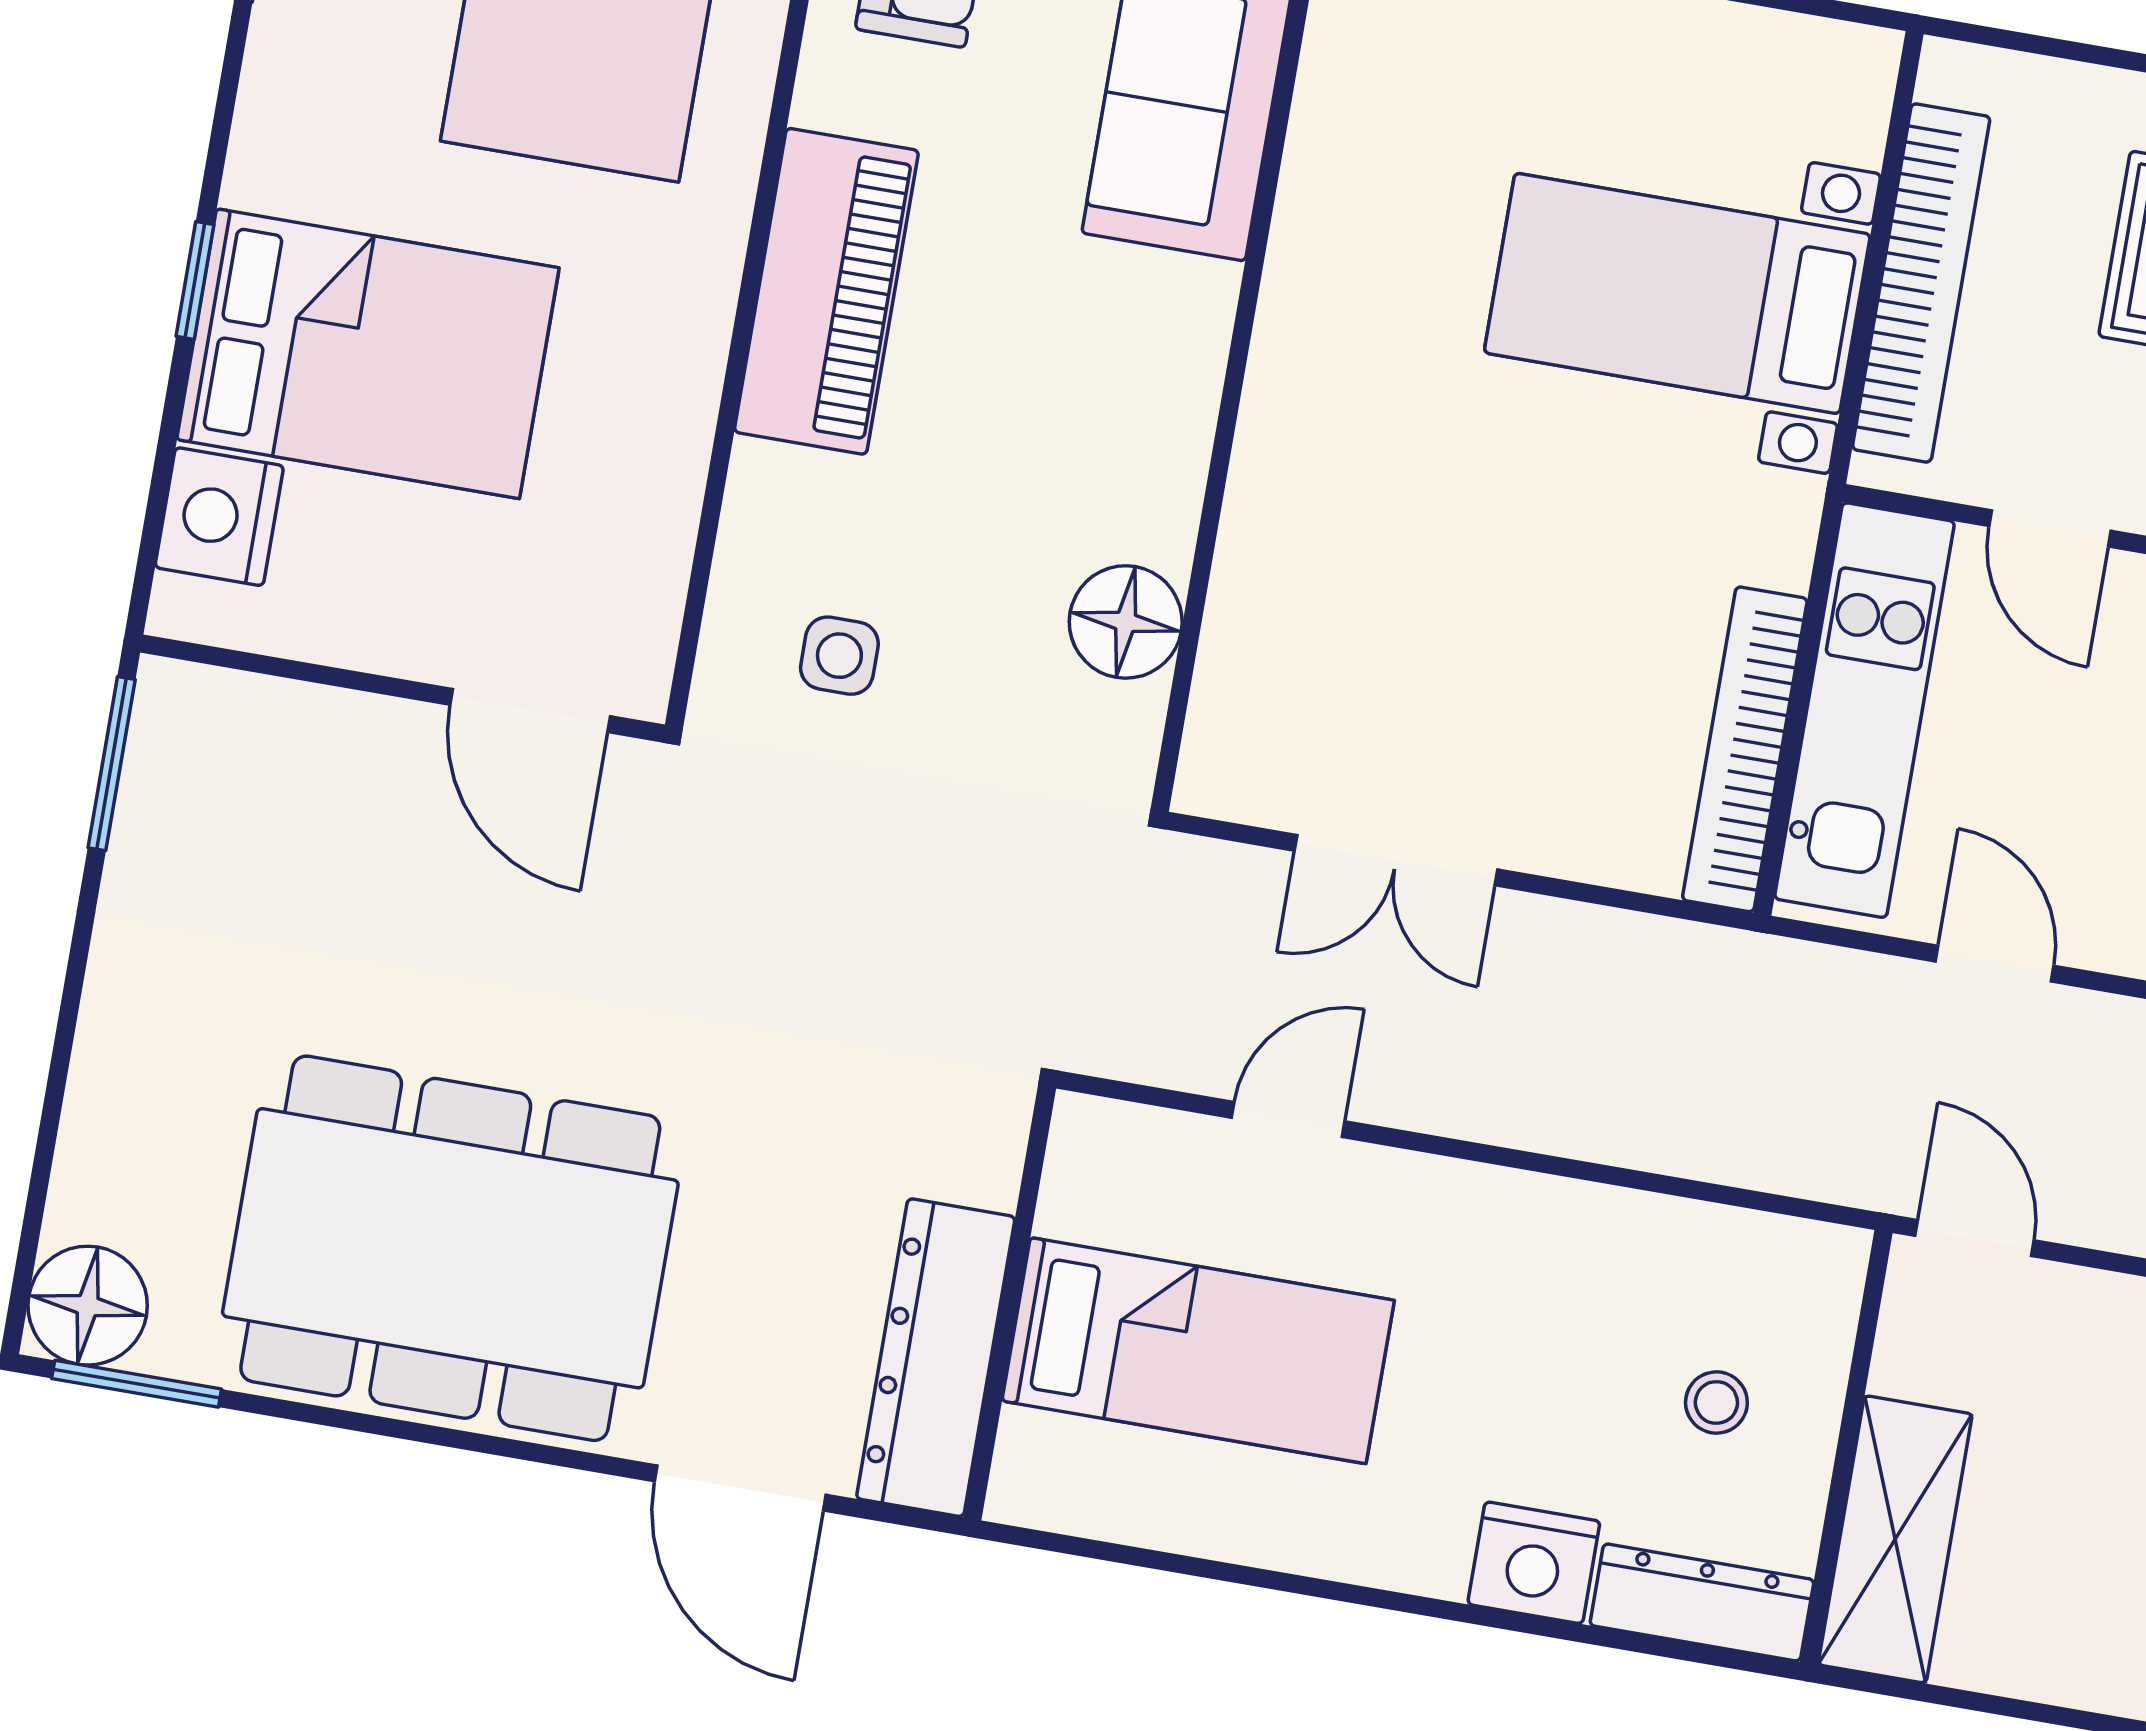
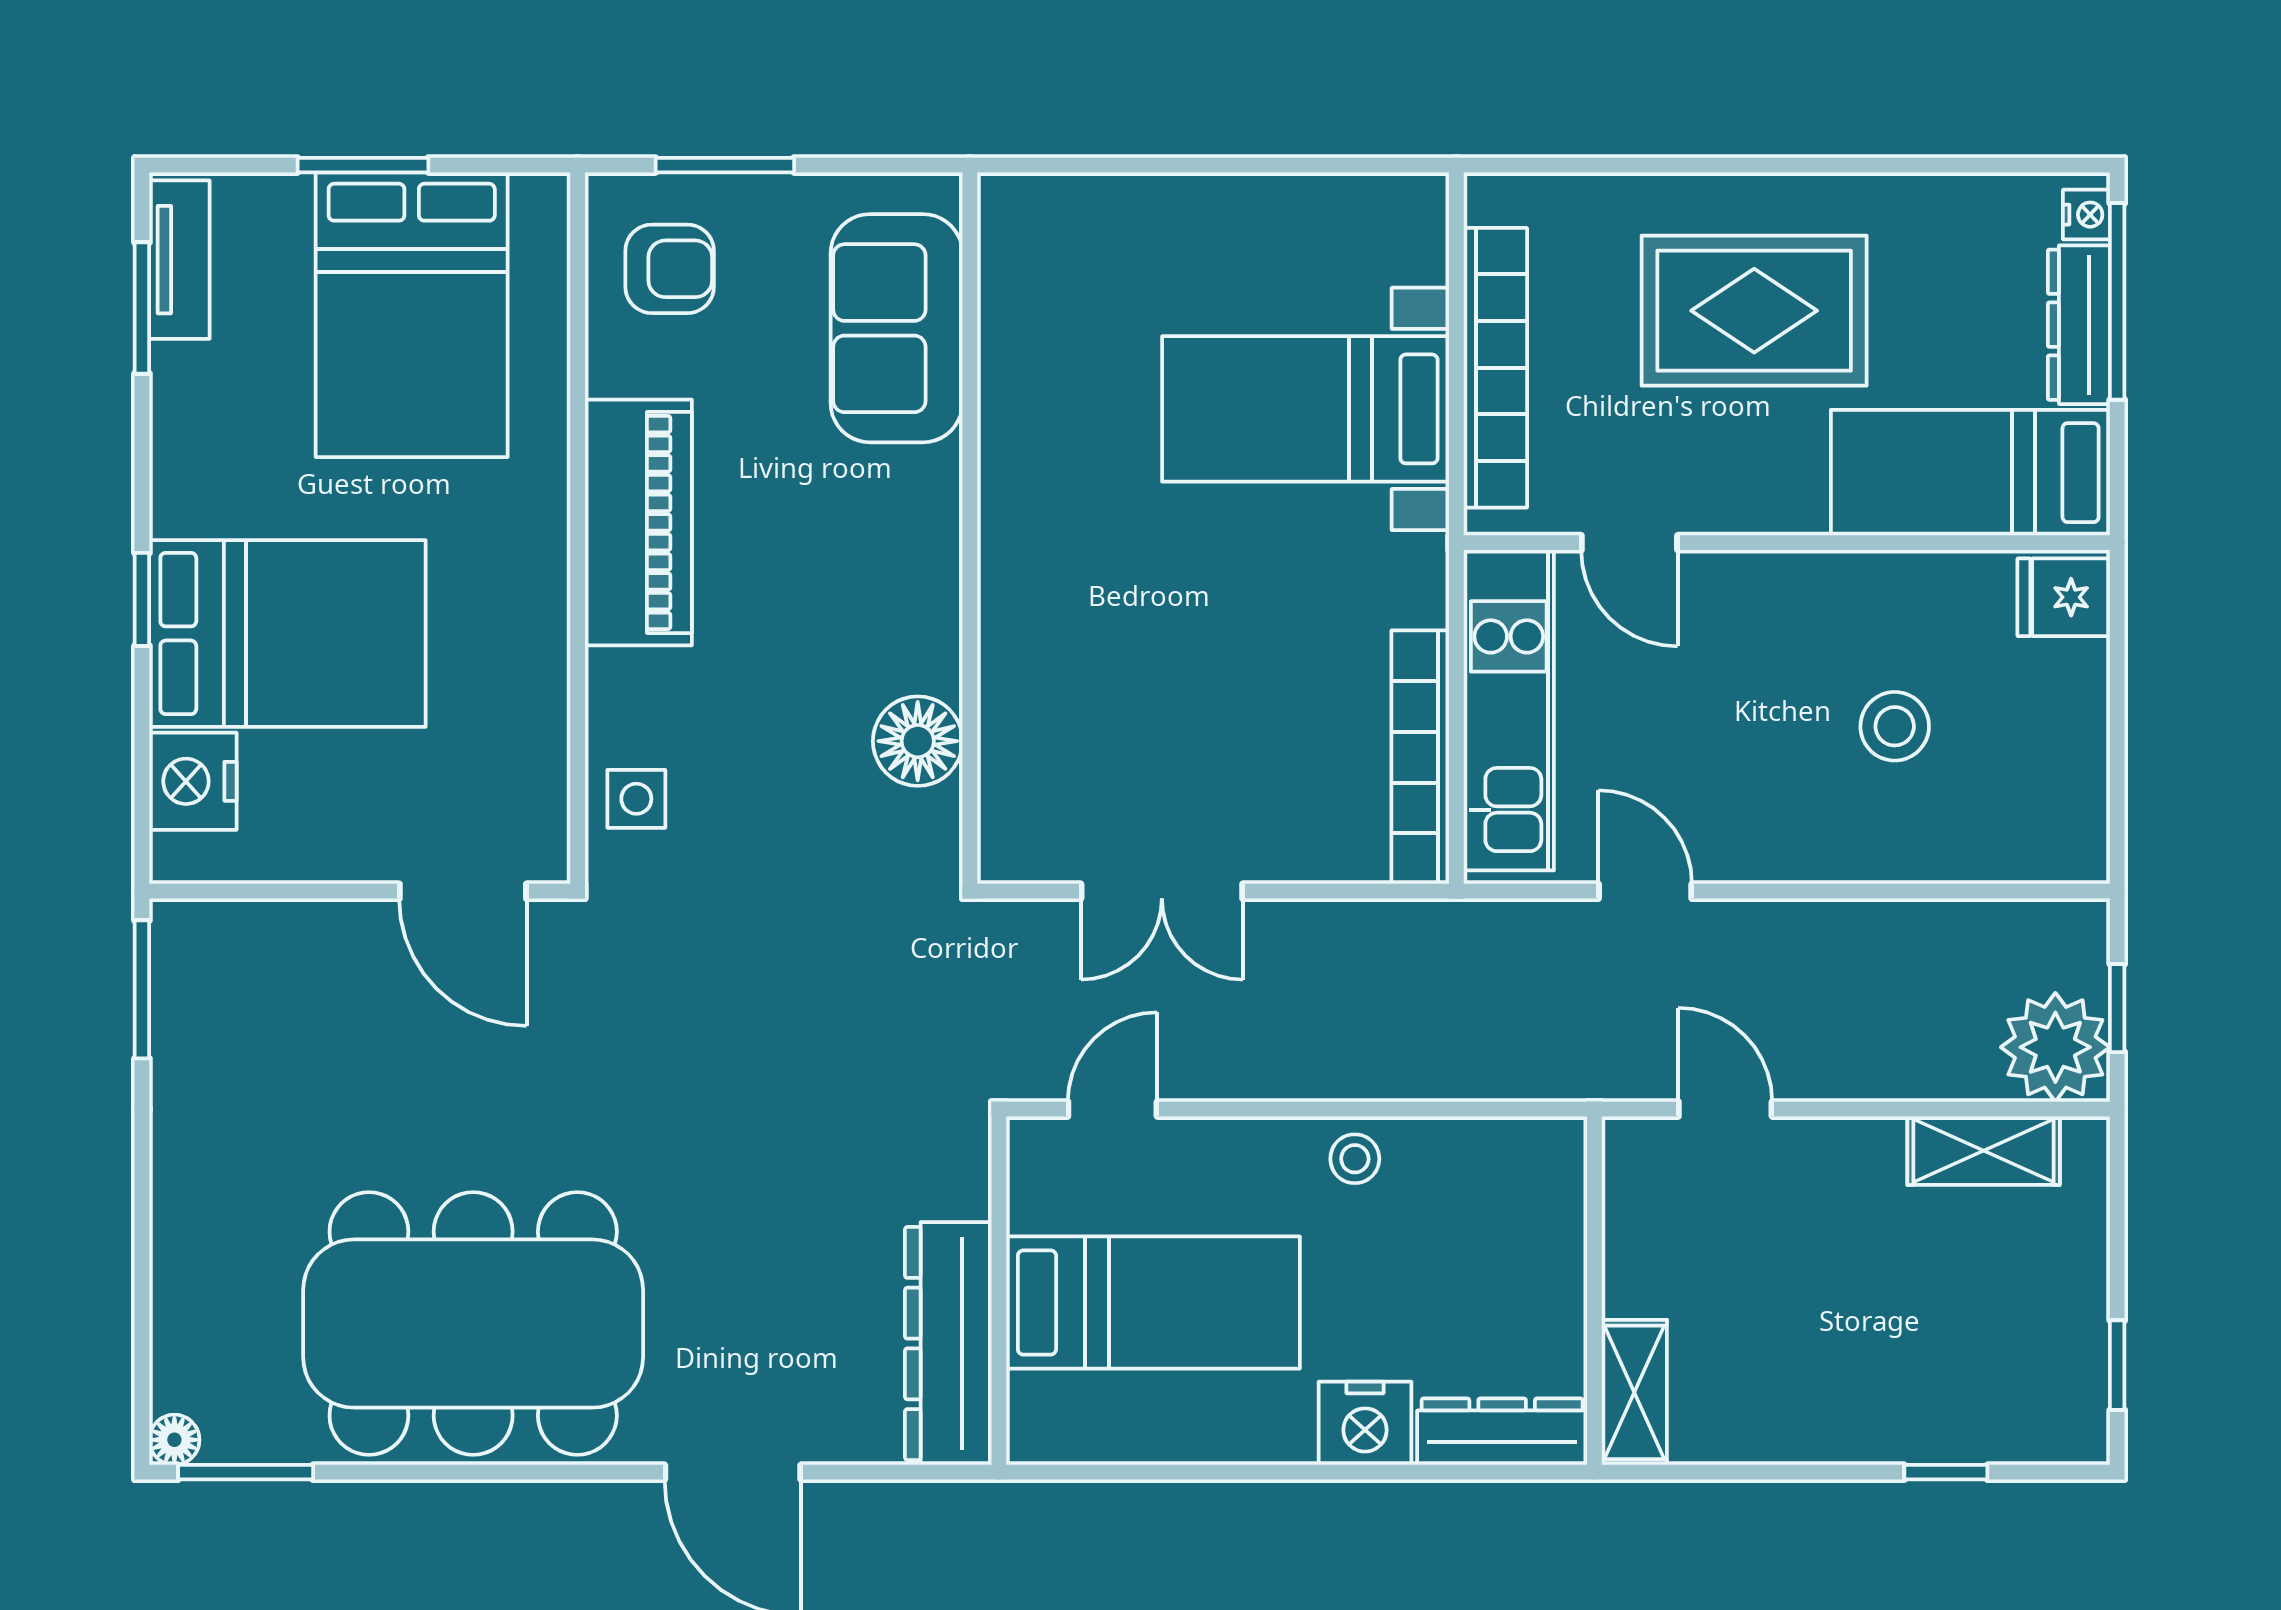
side table: (839, 656) -> (636, 799), moved
door: (1975, 1238) -> (1725, 1109), moved
wall: (1010, 1303) -> (999, 1291), moved
floor lamp: (88, 1306) -> (174, 1440), width x0.53, depth x0.53
bed: (1198, 1351) -> (1153, 1302), moved
dresser: (936, 1358) -> (948, 1344), moved
stool: (1716, 1402) -> (1355, 1159), moved
shelving: (1895, 1539) -> (1634, 1392), width x0.67, depth x0.75

